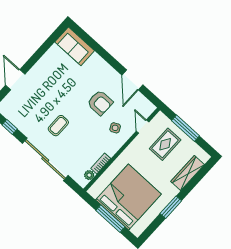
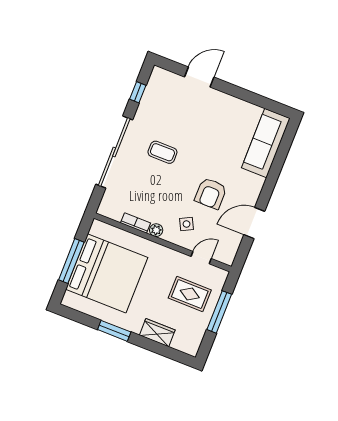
sofa: (75, 46) -> (266, 143), width x1.36
wardrobe: (188, 173) -> (157, 333), width x0.67
plant: (89, 175) -> (156, 230), moved

